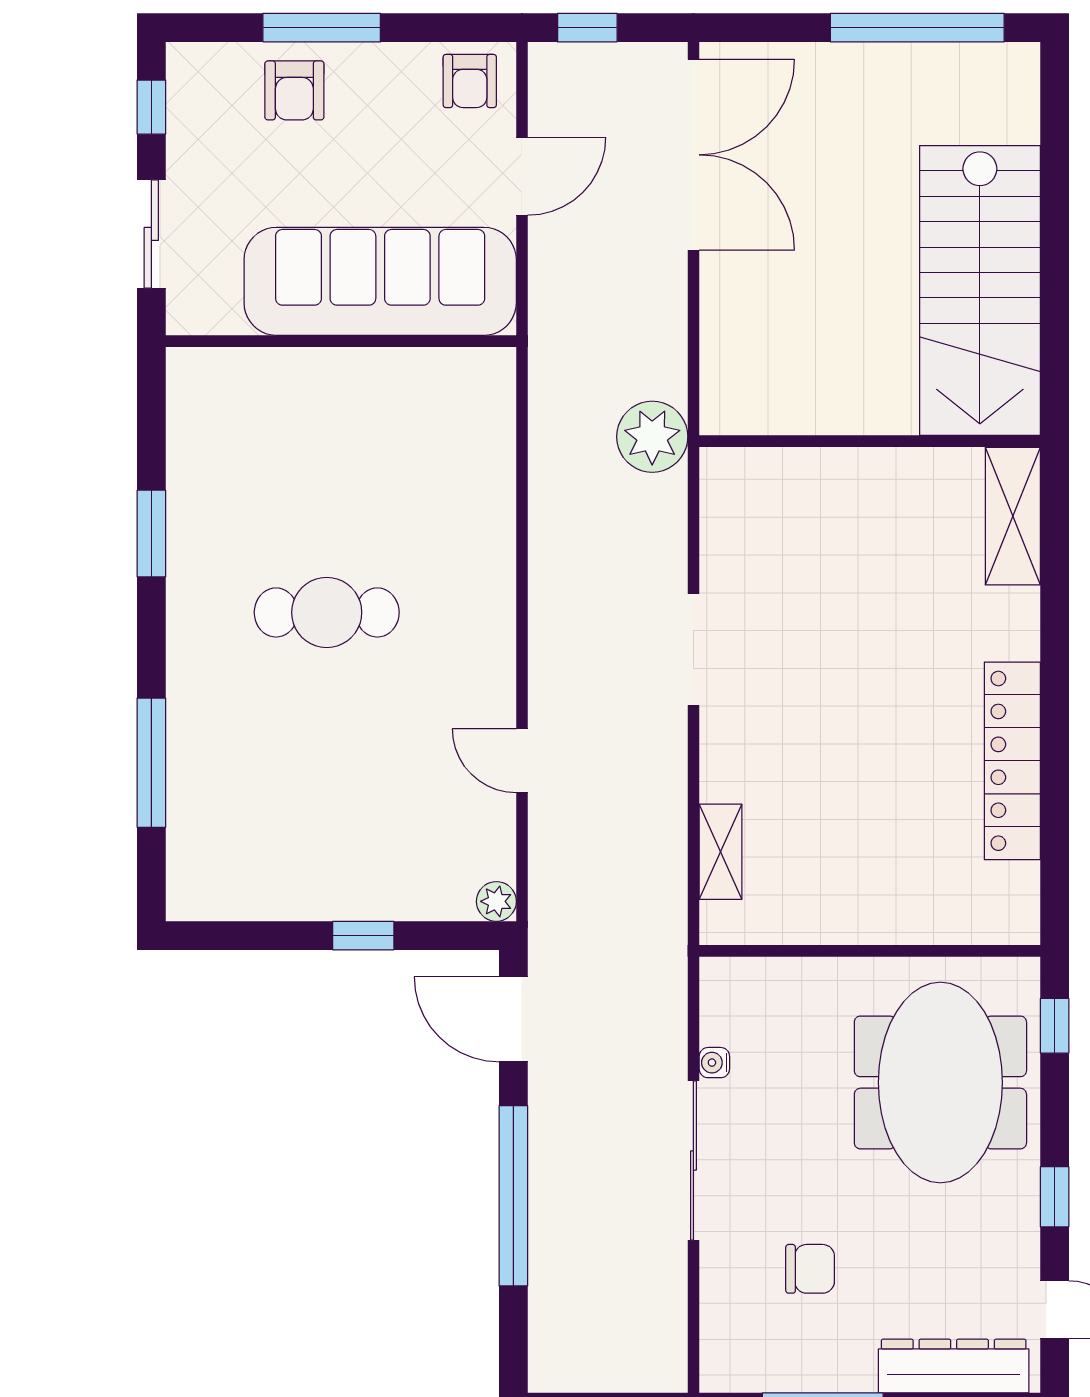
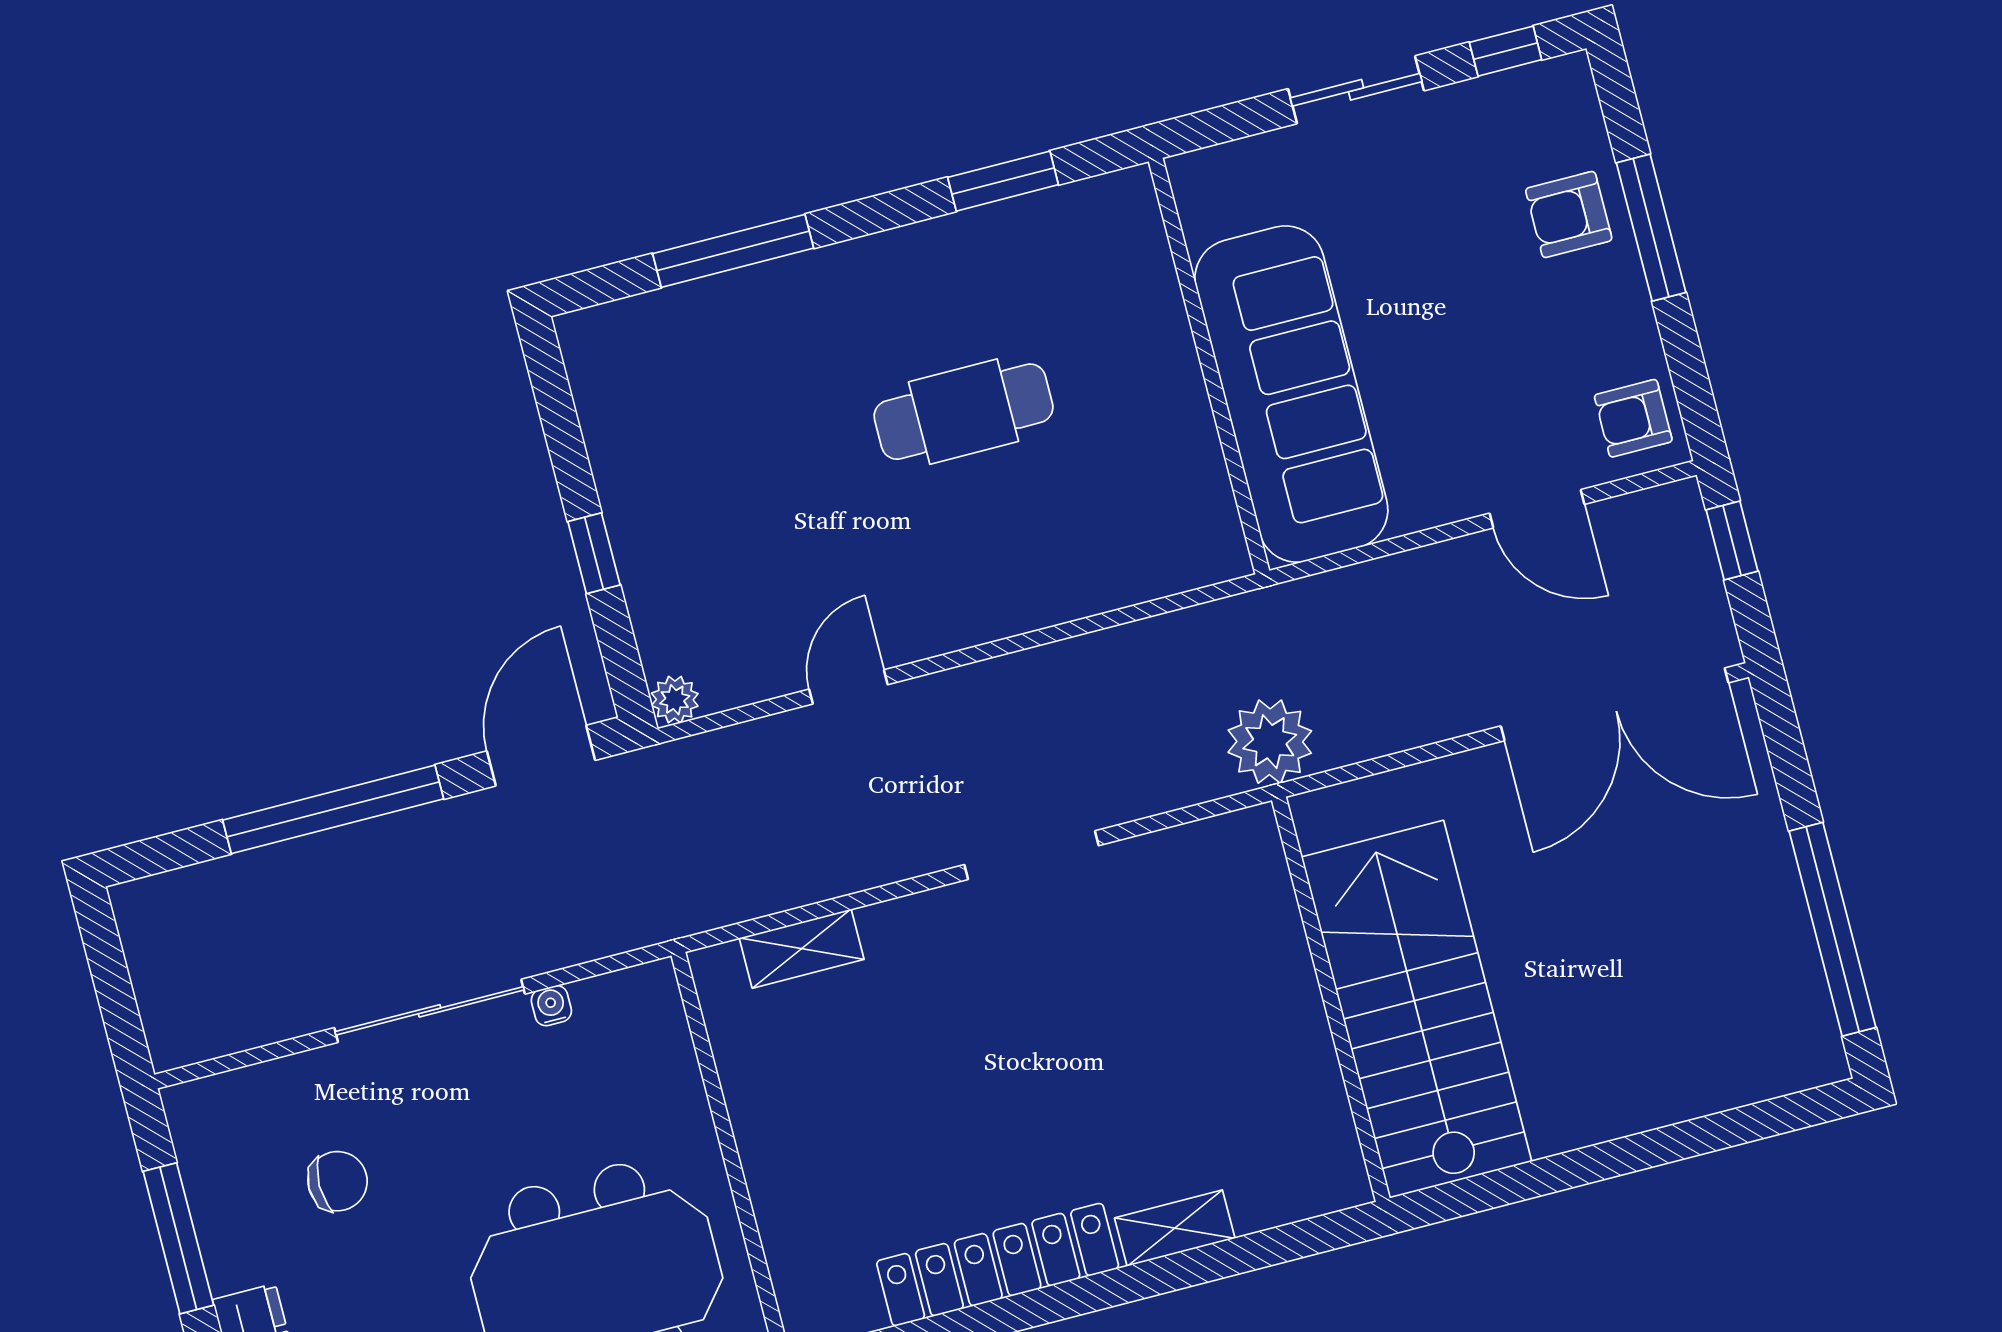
sofa: (380, 281) -> (1291, 394), moved
stairs: (980, 290) -> (1417, 1009), moved, turned 90
wall: (341, 341) -> (1209, 366), moved
shelving: (1013, 516) -> (1175, 1228), moved, width x0.67, depth x0.75
cafe table: (327, 612) -> (964, 412), turned 90
chair: (810, 1269) -> (338, 1181), turned -90

